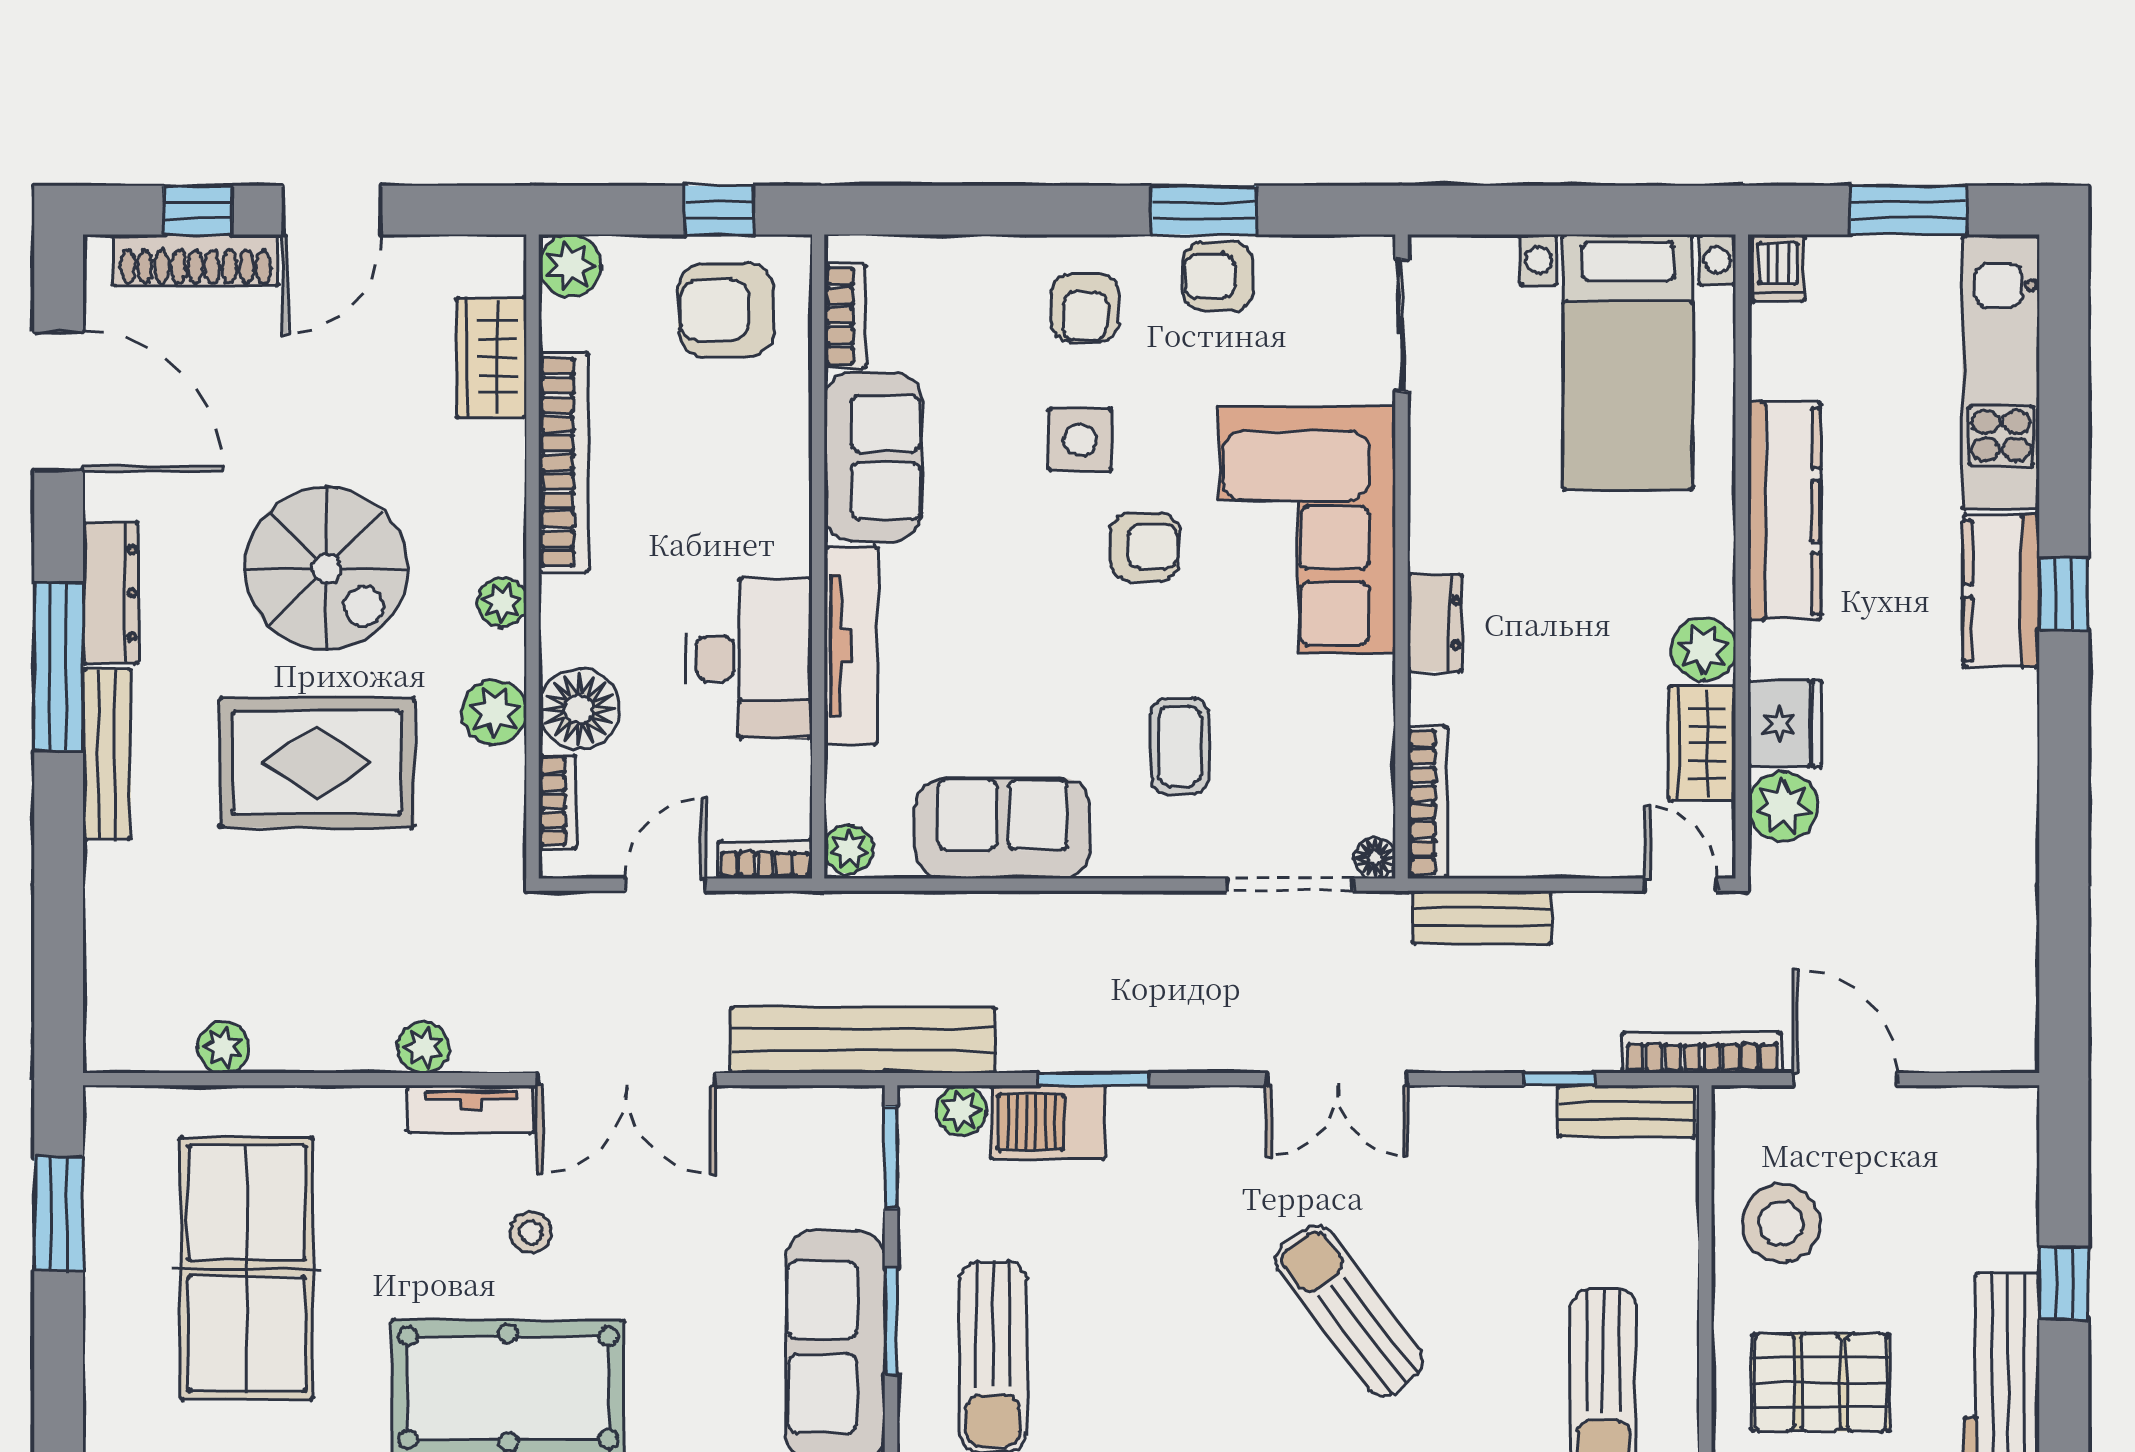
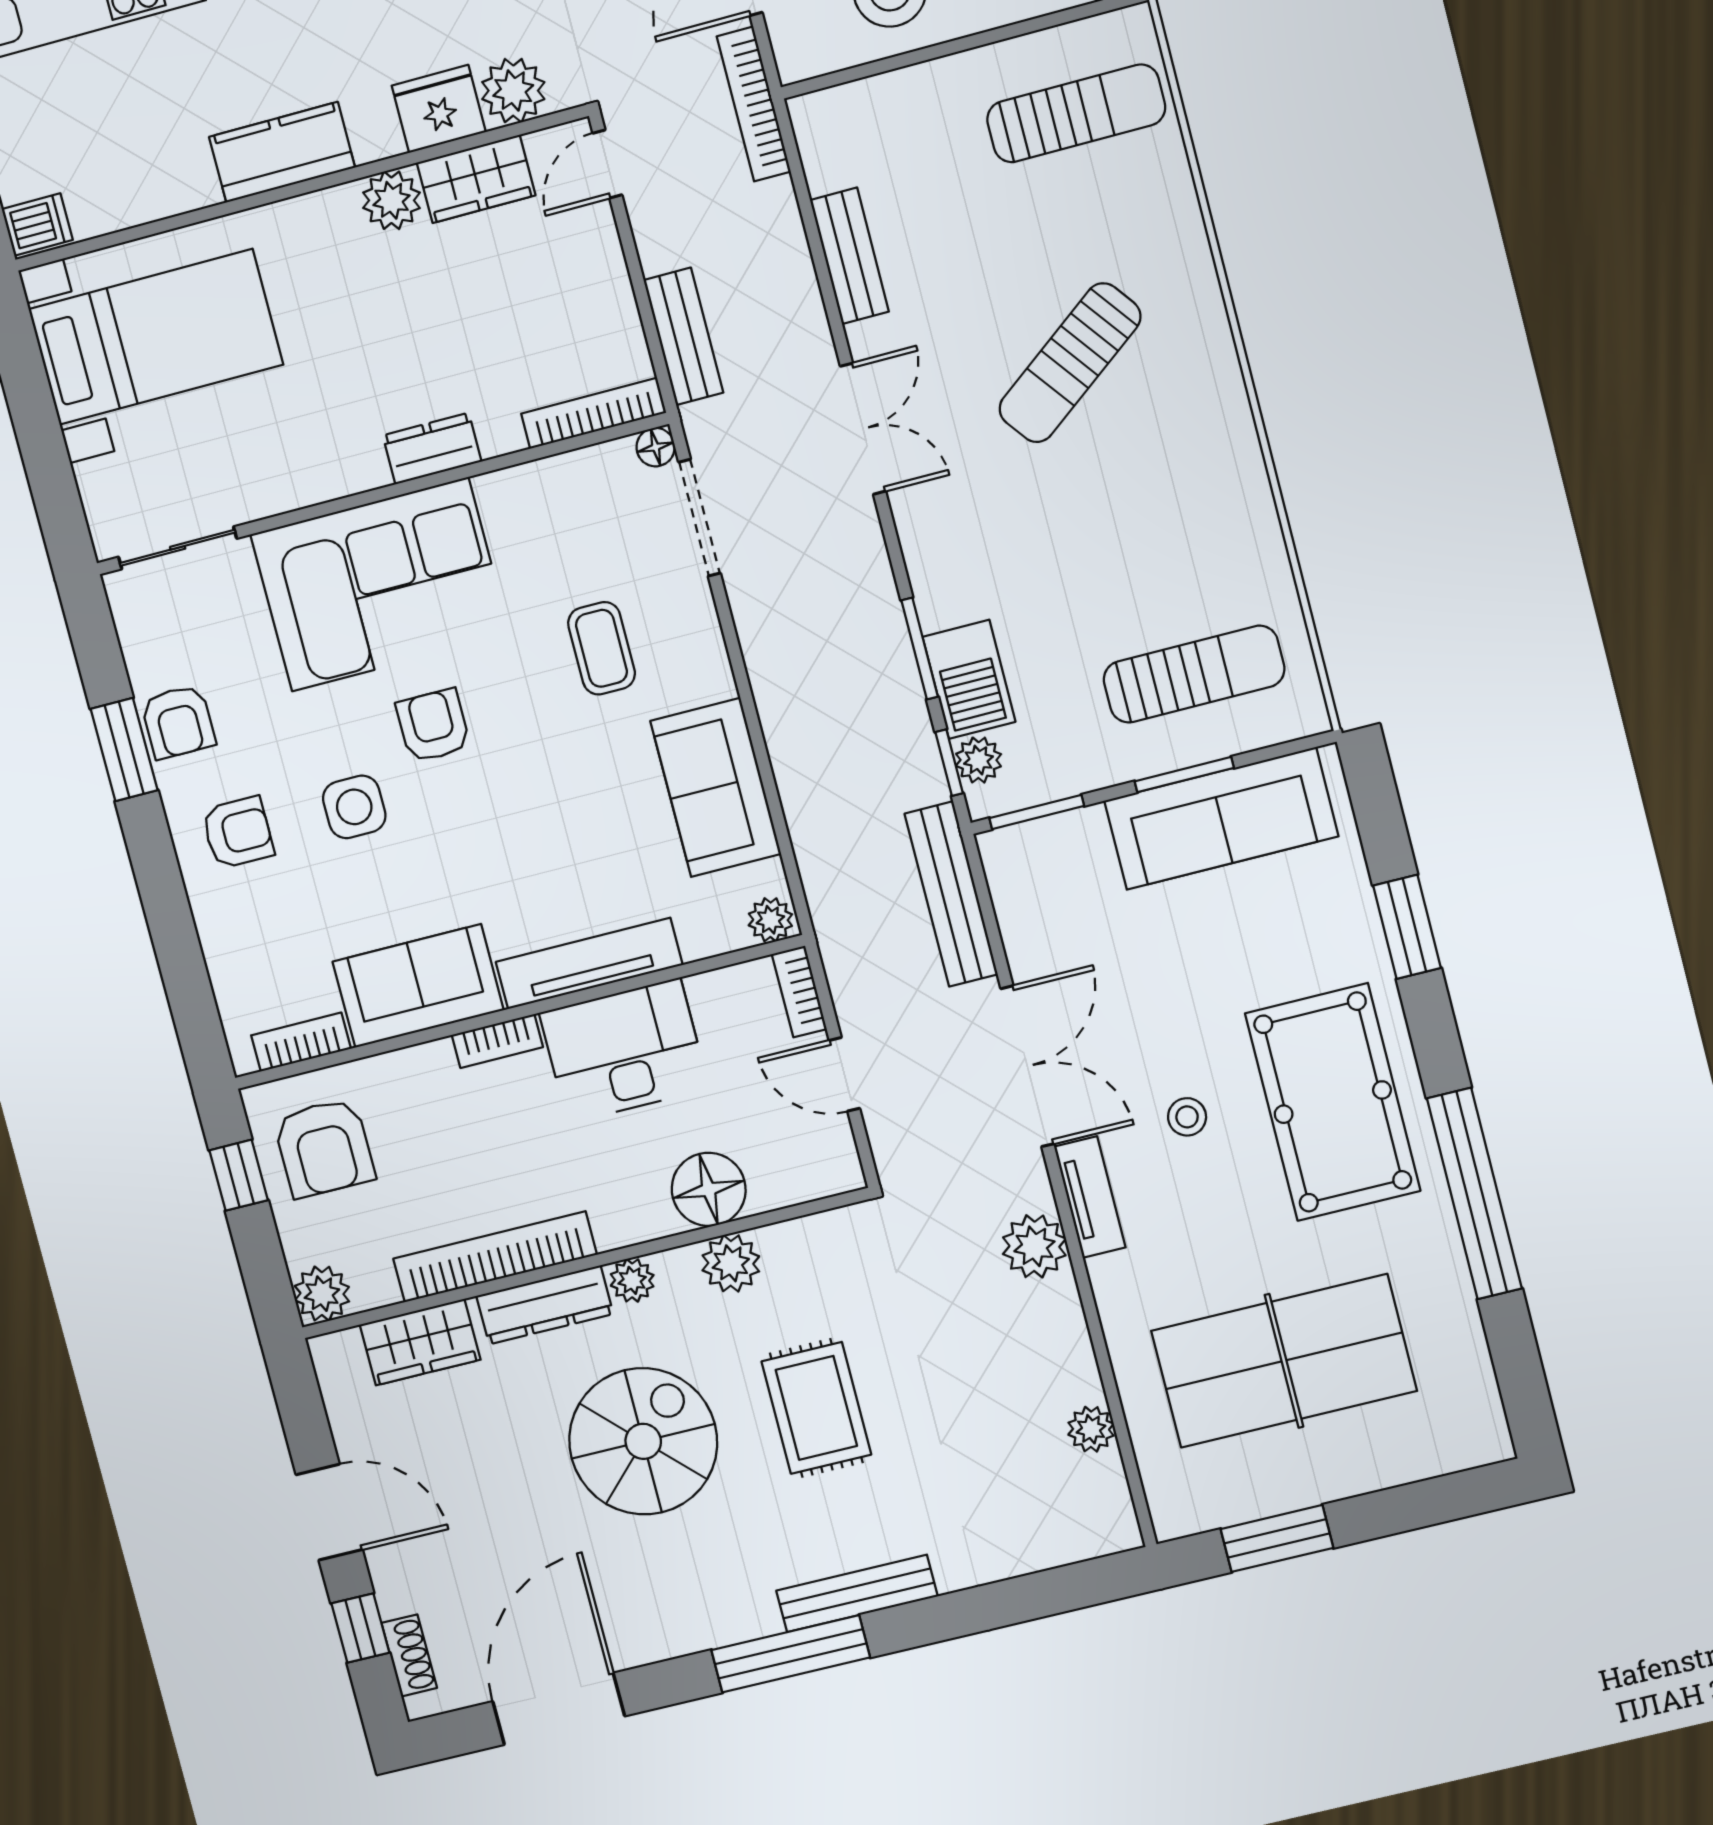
shoe rack: (196, 260) -> (409, 1655), width x0.51, depth x0.81
kitchen counter: (1784, 511) -> (282, 152), width x0.67
dresser: (111, 593) -> (545, 1305), moved, turned 180
coffee table: (1180, 746) -> (602, 648), turned 90
rug: (317, 763) -> (816, 1408), width x0.73, depth x0.70
bookcase: (557, 801) -> (497, 1041), moved, turned 180
bench: (863, 1040) -> (951, 894), width x0.73, depth x0.82
plant: (423, 1047) -> (1034, 1246), width x1.38, depth x1.38
window: (1559, 1079) -> (949, 763), moved
bench: (1626, 1111) -> (849, 256), moved

